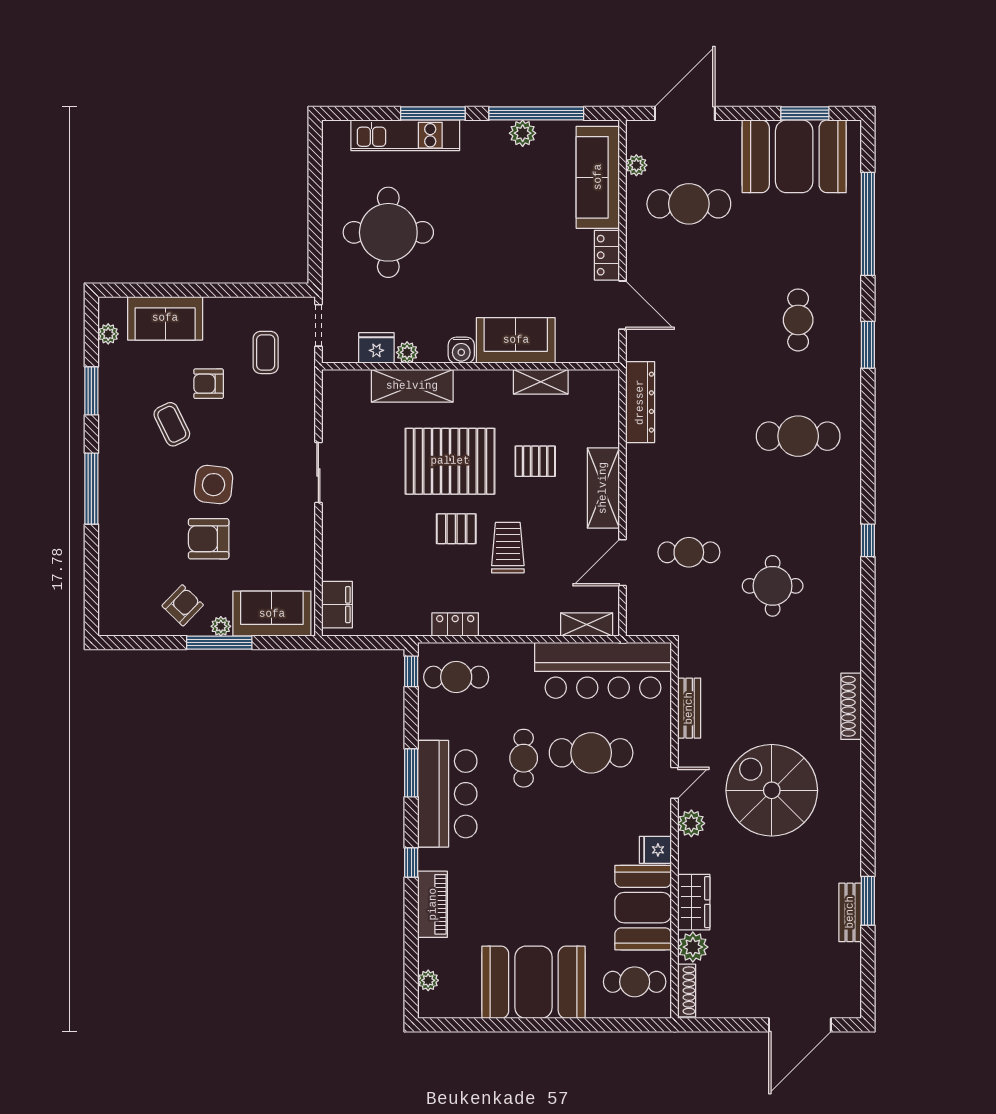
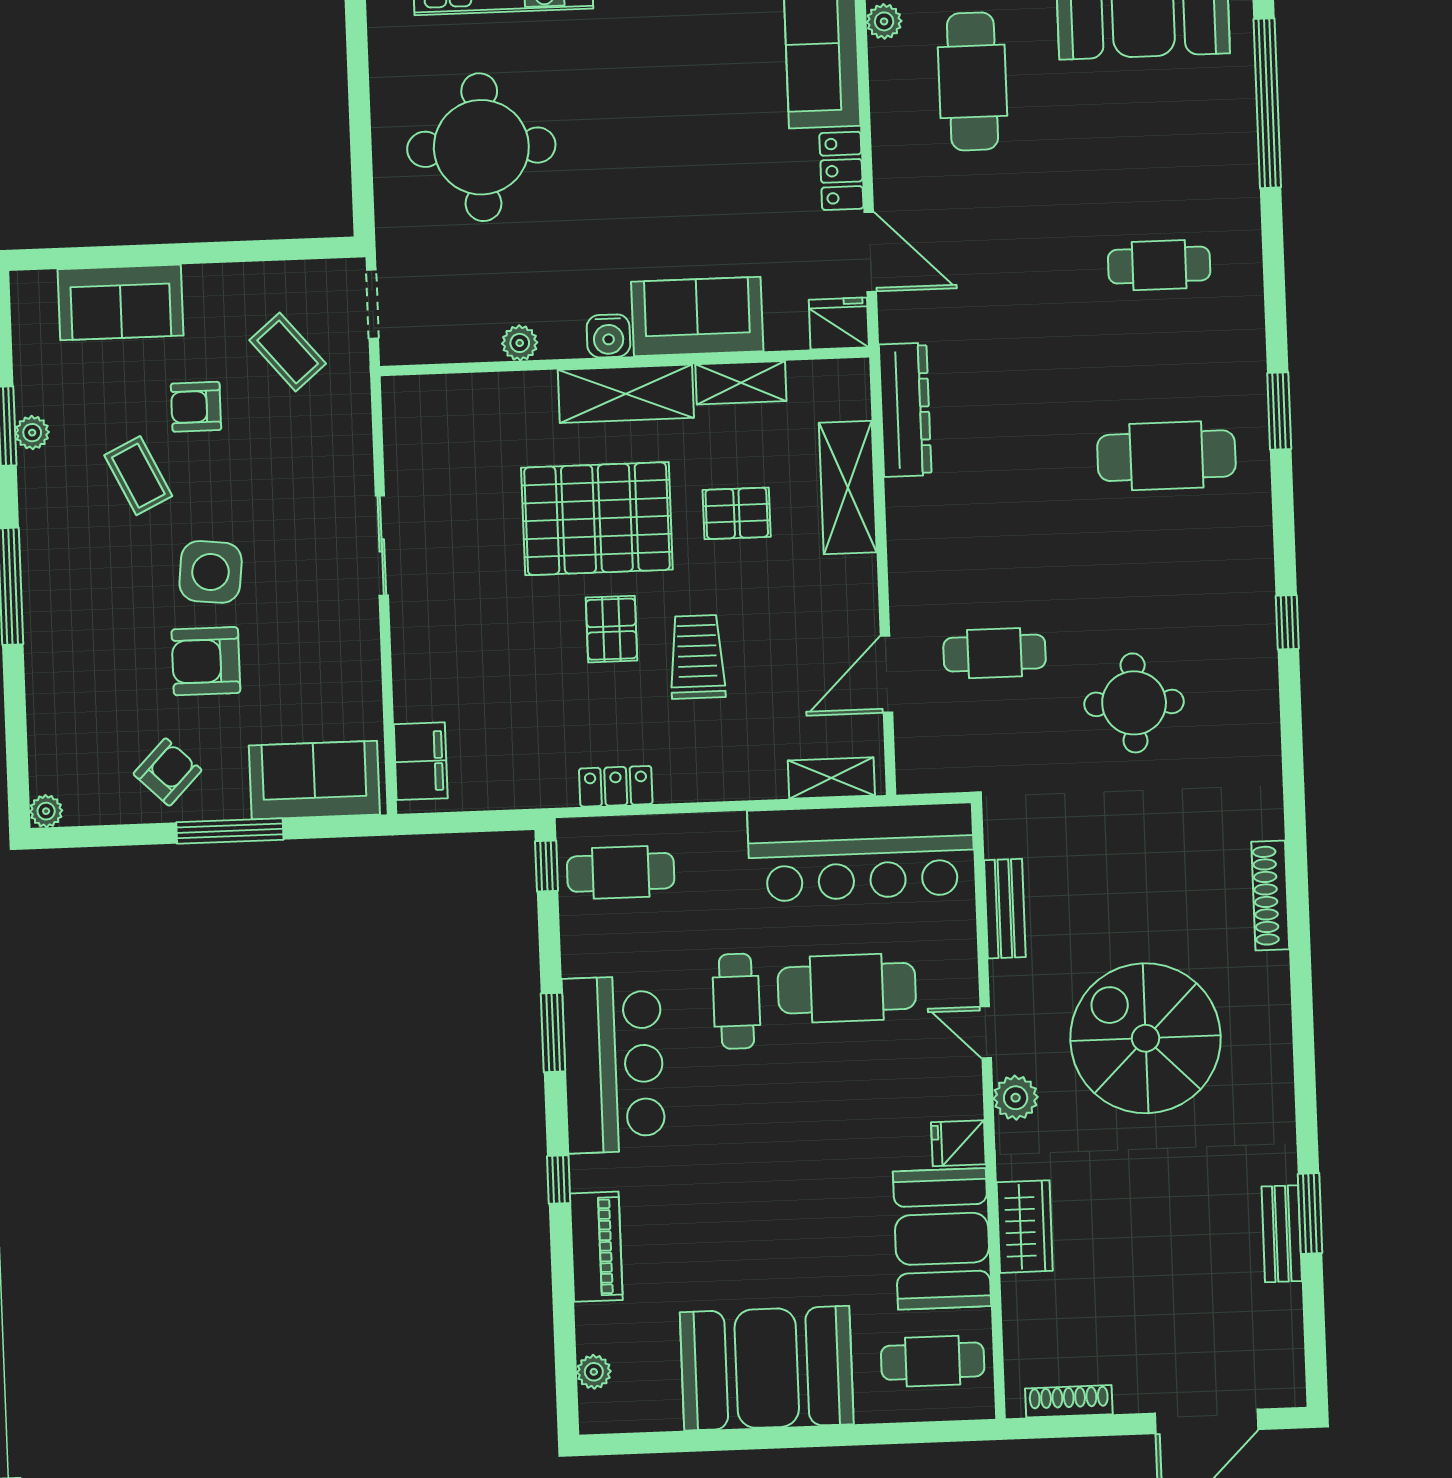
cafe table: (689, 204) -> (973, 81), turned 90
cafe table: (798, 320) -> (1159, 265), turned 90
plant: (108, 334) -> (32, 433), moved
window: (868, 345) -> (1279, 411), moved
fridge: (376, 348) -> (839, 323), moved
coffee table: (266, 352) -> (288, 352), turned -40
shelving: (412, 386) -> (626, 394), moved
shelving: (603, 488) -> (848, 488), moved
pallet: (456, 529) -> (611, 629), turned 90
plant: (221, 626) -> (46, 811), moved
door: (675, 783) -> (986, 1032), swing flipped
plant: (693, 947) -> (1026, 1300), removed
shoe rack: (687, 991) -> (1069, 1401), moved, turned -90

